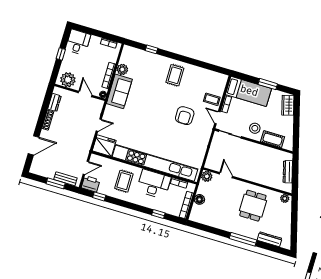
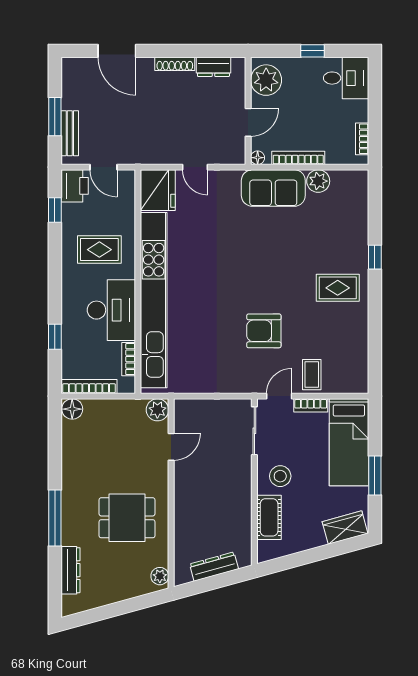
window: (151, 49) -> (375, 257), moved
floor lamp: (199, 199) -> (72, 409), moved

